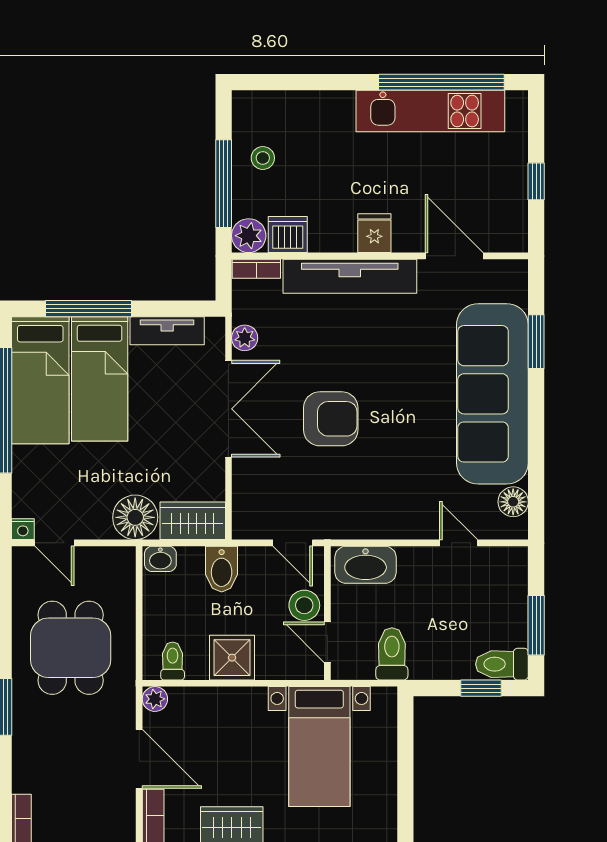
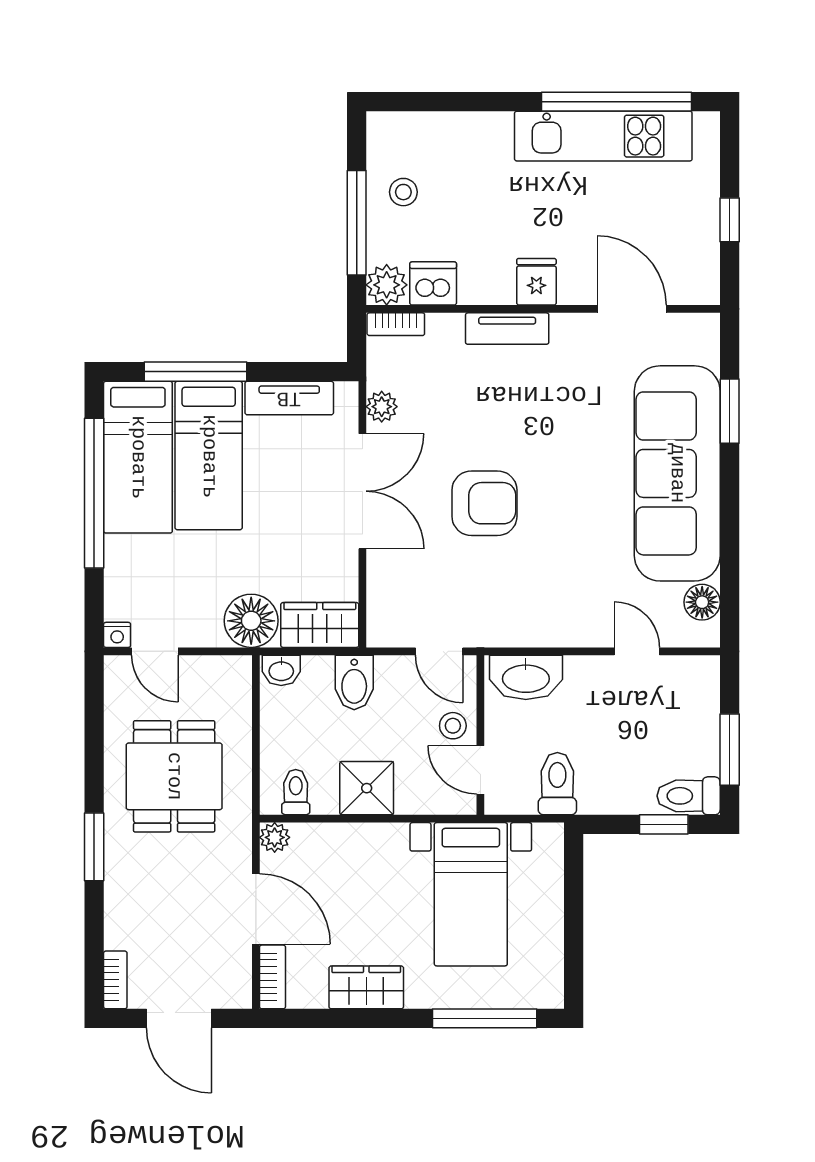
tv unit: (350, 276) -> (507, 329), width x0.52, depth x0.78
stool: (304, 605) -> (453, 726), width x0.73, depth x0.73

